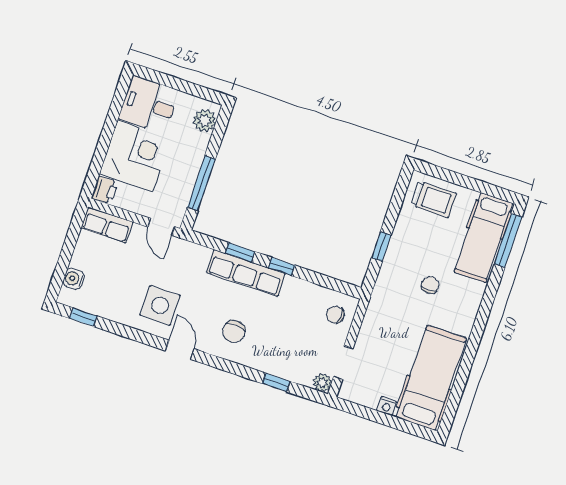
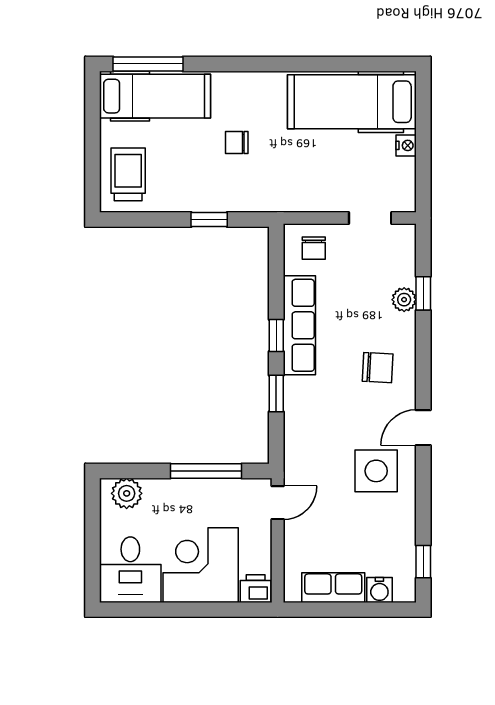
row of seats: (107, 225) -> (333, 588), moved, turned -90
row of seats: (246, 273) -> (299, 325), moved
plant: (322, 383) -> (404, 300), moved

